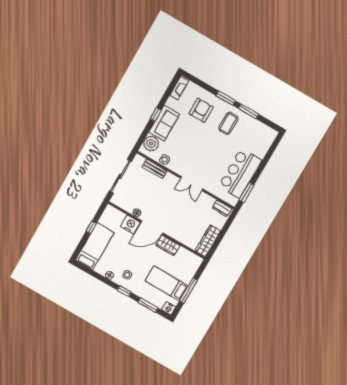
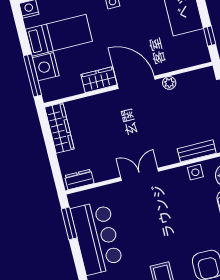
nightstand: (130, 225) -> (46, 67), moved, turned 90
window: (91, 227) -> (210, 36), moved
door: (152, 228) -> (136, 82), hinge flipped
window: (188, 291) -> (33, 75), moved

